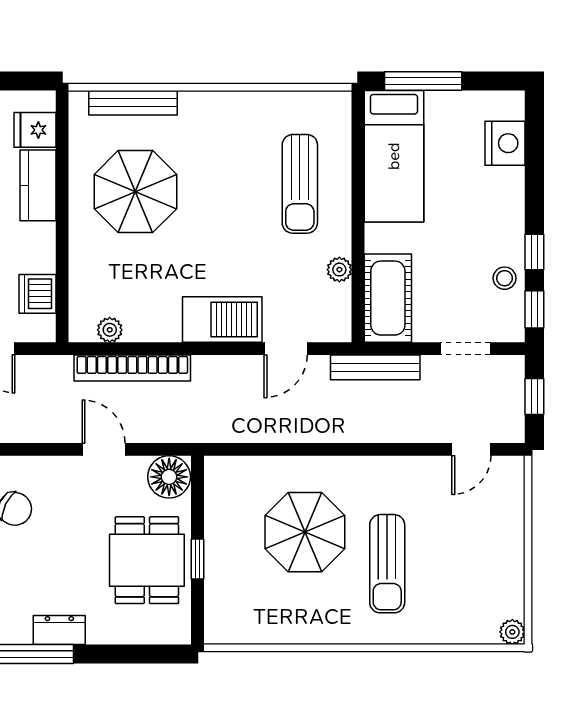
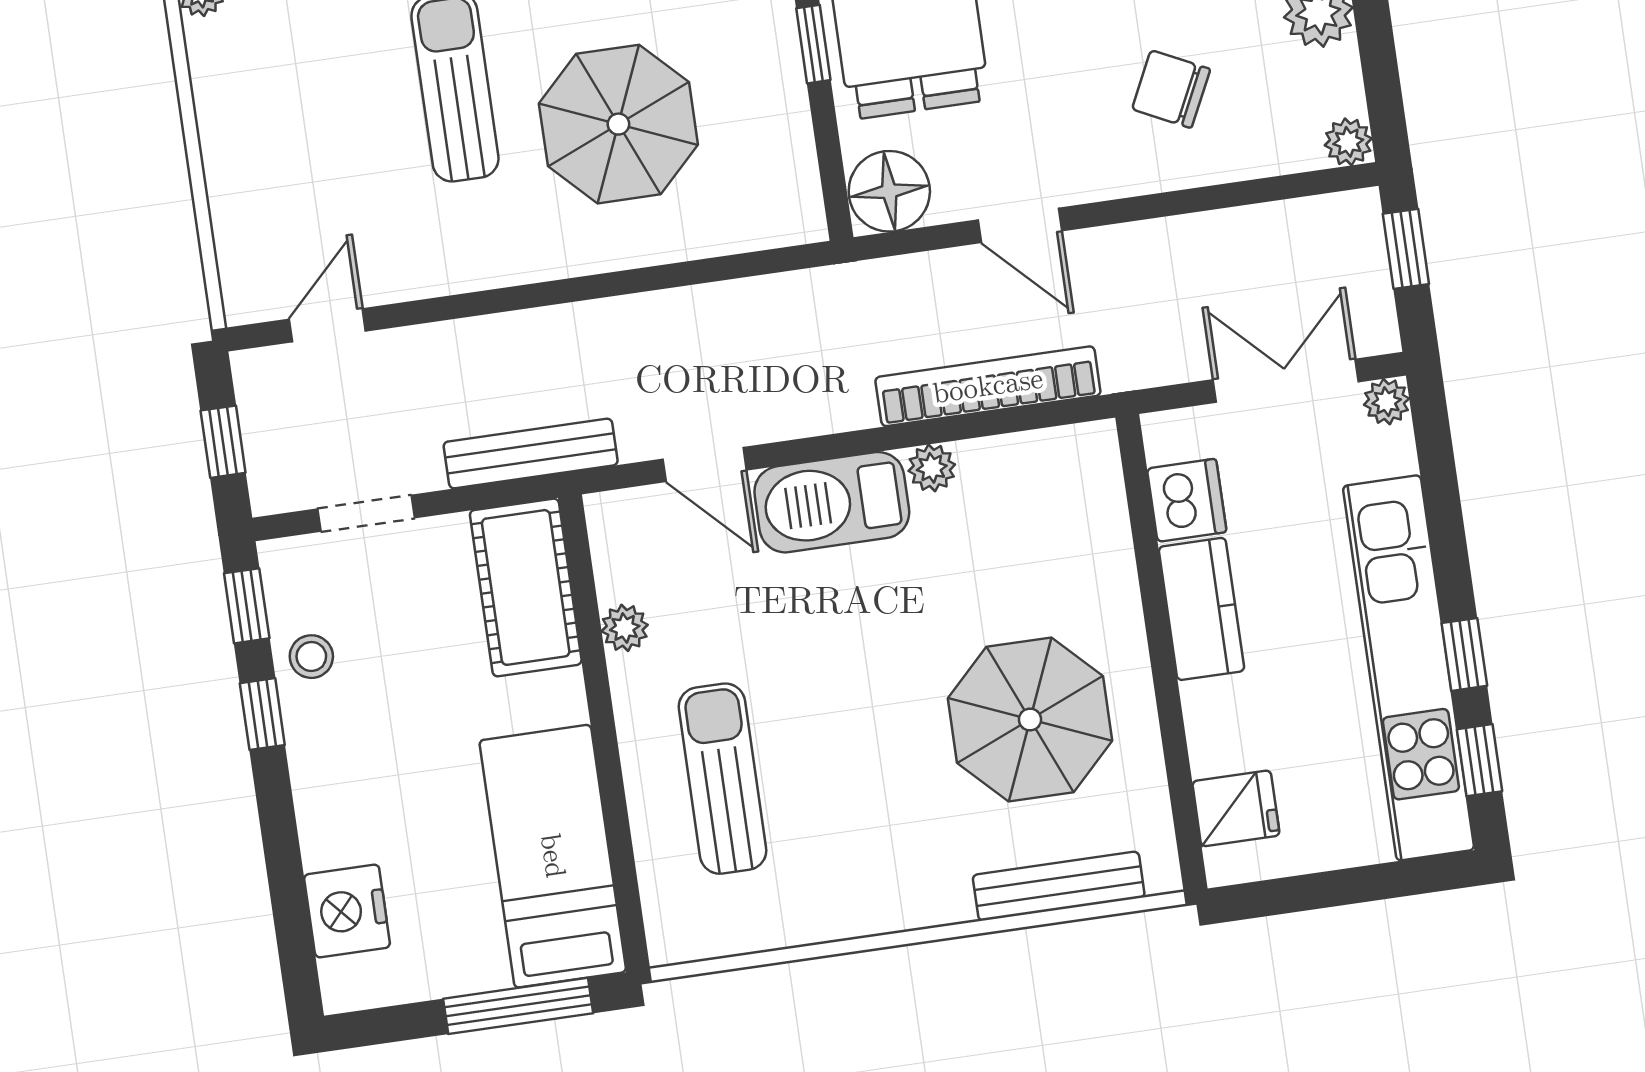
kitchen counter: (38, 185) -> (1201, 609), moved
plant: (110, 330) -> (932, 468), moved
door: (286, 349) -> (705, 465), swing flipped

